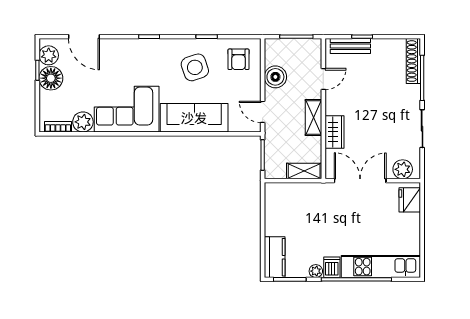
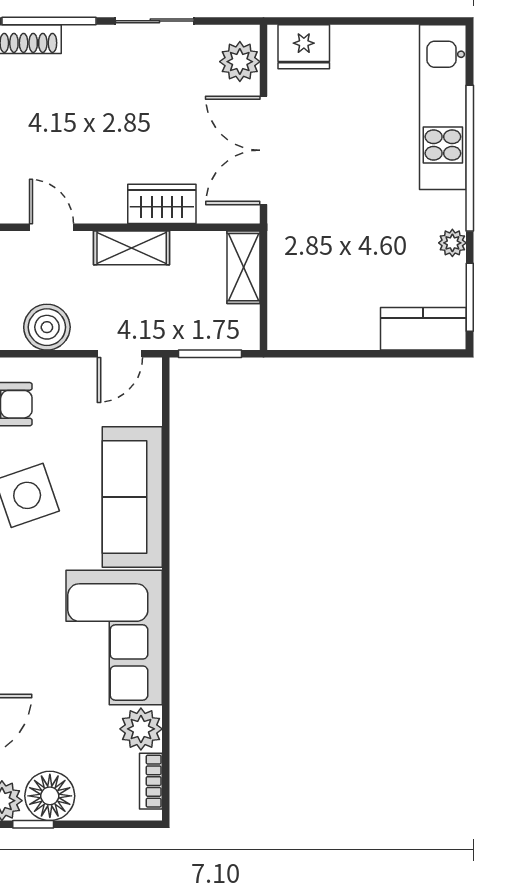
dishwasher: (332, 267) -> (444, 209), removed

